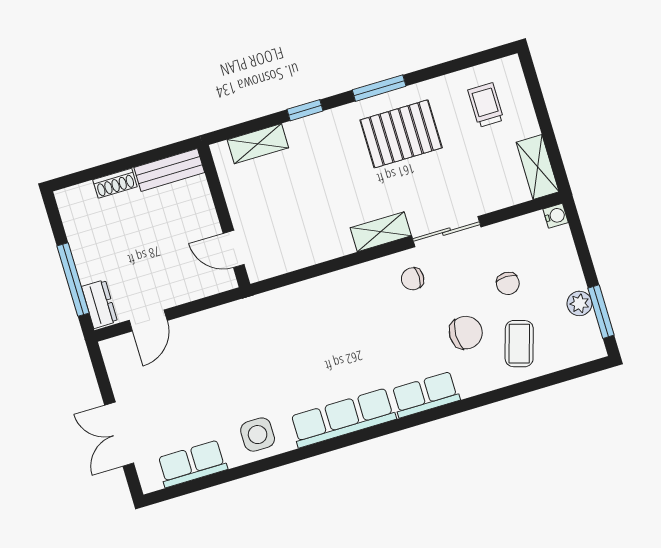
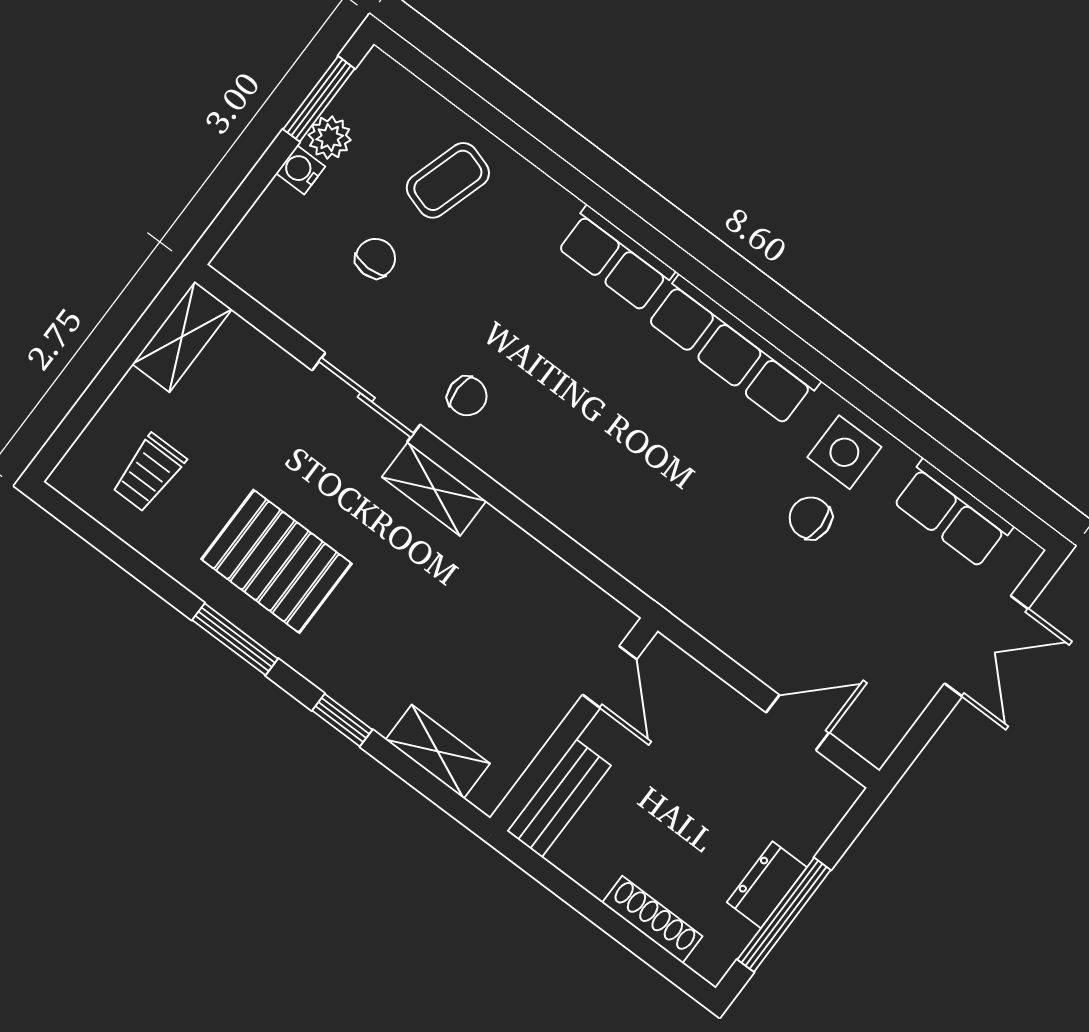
bench: (169, 170) -> (559, 798), moved, turned 90
shoe rack: (115, 183) -> (652, 919), width x1.43
water cooler: (556, 216) -> (301, 170), moved
window: (73, 280) -> (784, 915), moved
dresser: (99, 304) -> (767, 885), moved
chair: (466, 333) -> (811, 518), moved, width x0.73, depth x0.73

